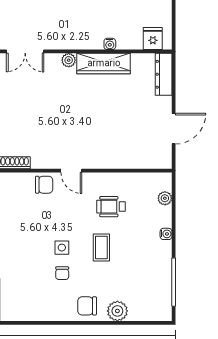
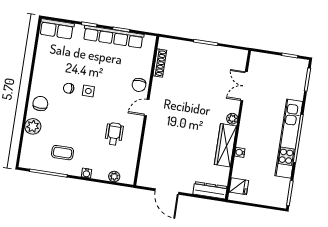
coffee table: (101, 248) -> (63, 153), moved

